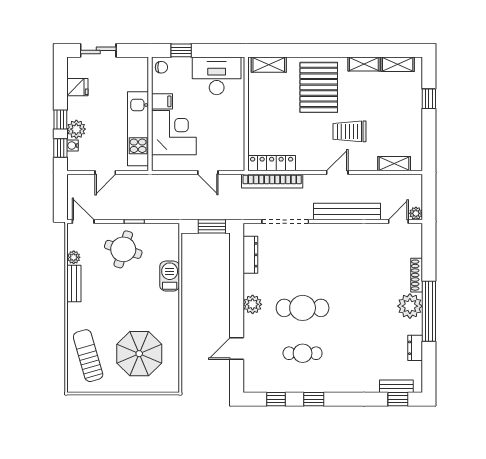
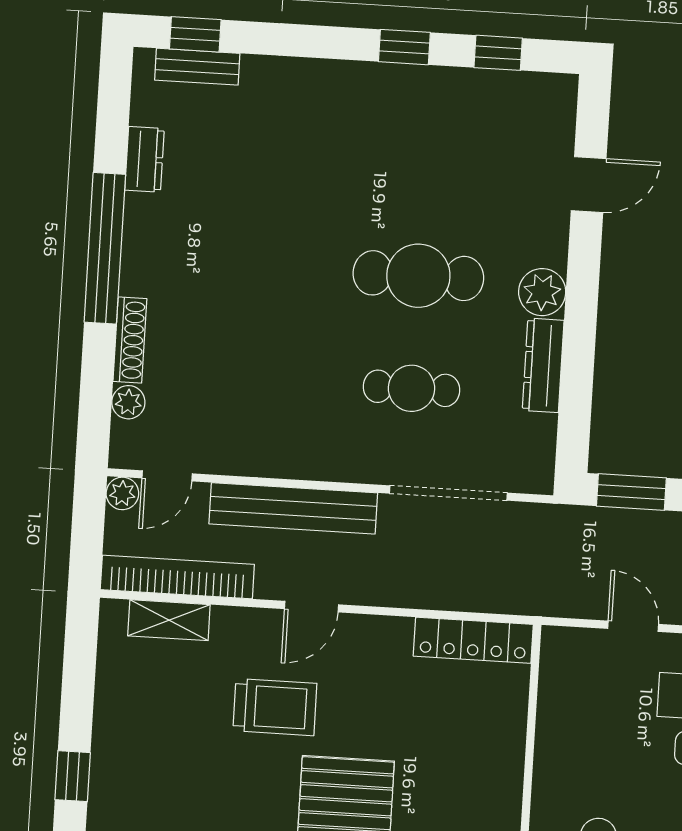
bookcase: (272, 181) -> (177, 577), moved
dresser: (250, 255) -> (543, 365), moved
plant: (410, 306) -> (128, 402), moved, width x0.53, depth x0.53
cafe table: (303, 353) -> (411, 388), moved

